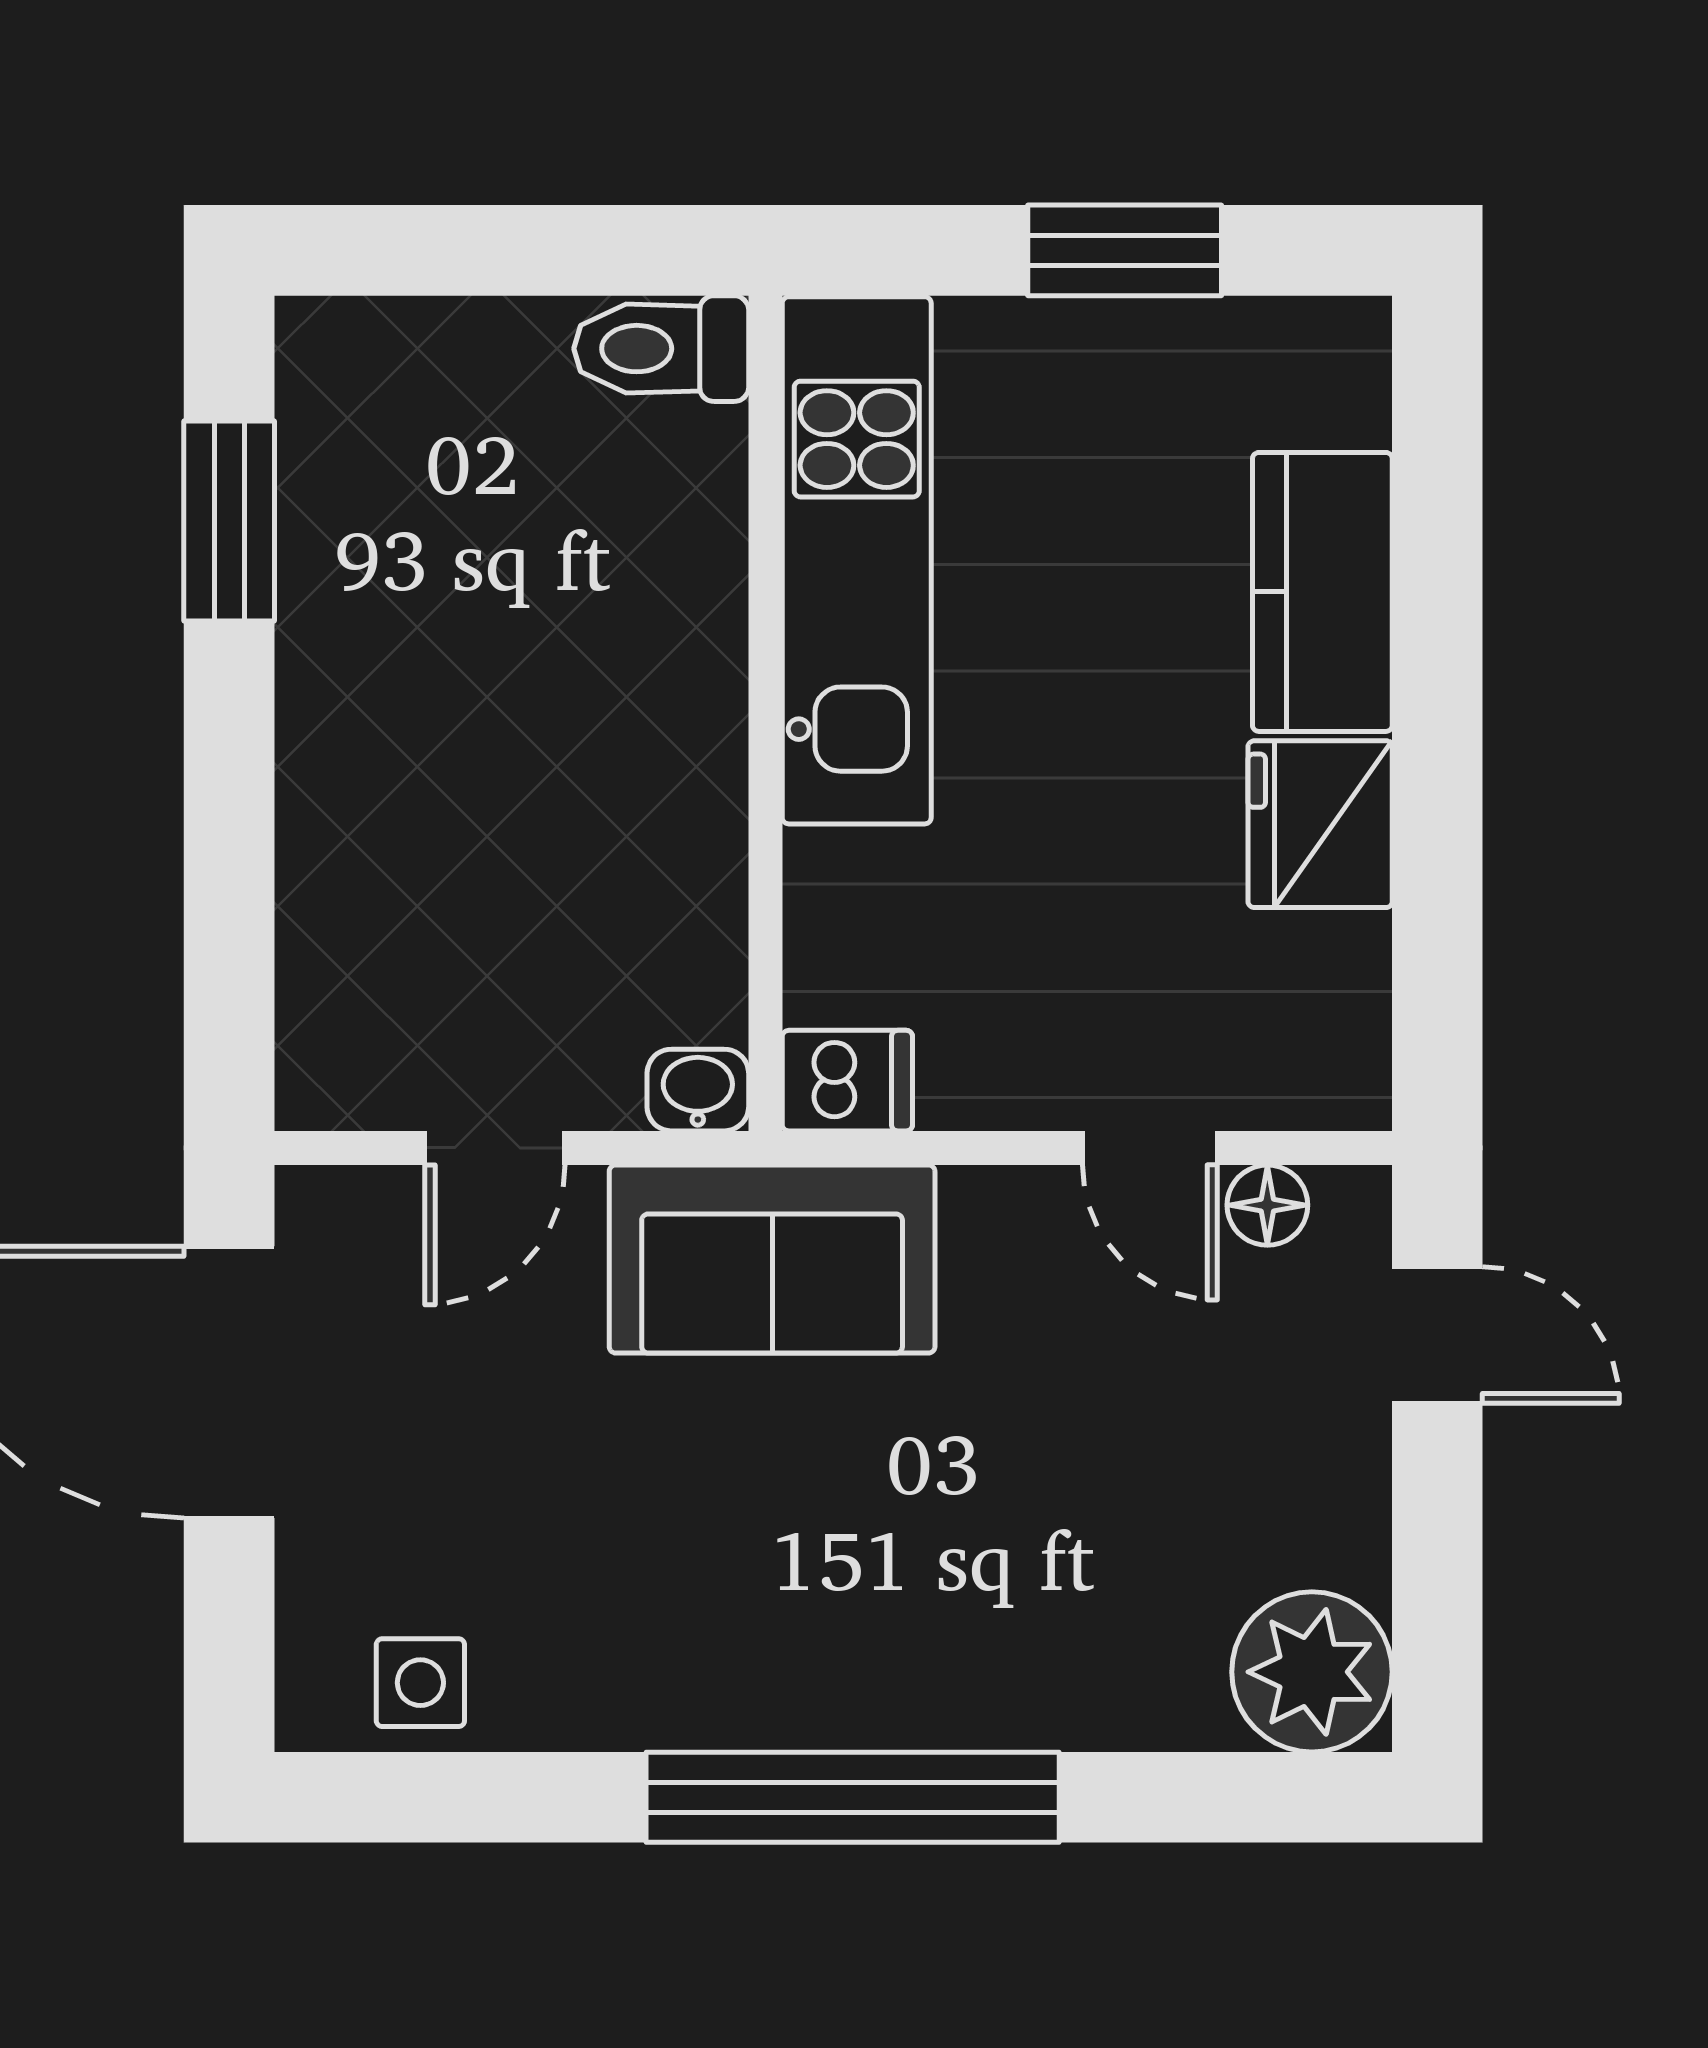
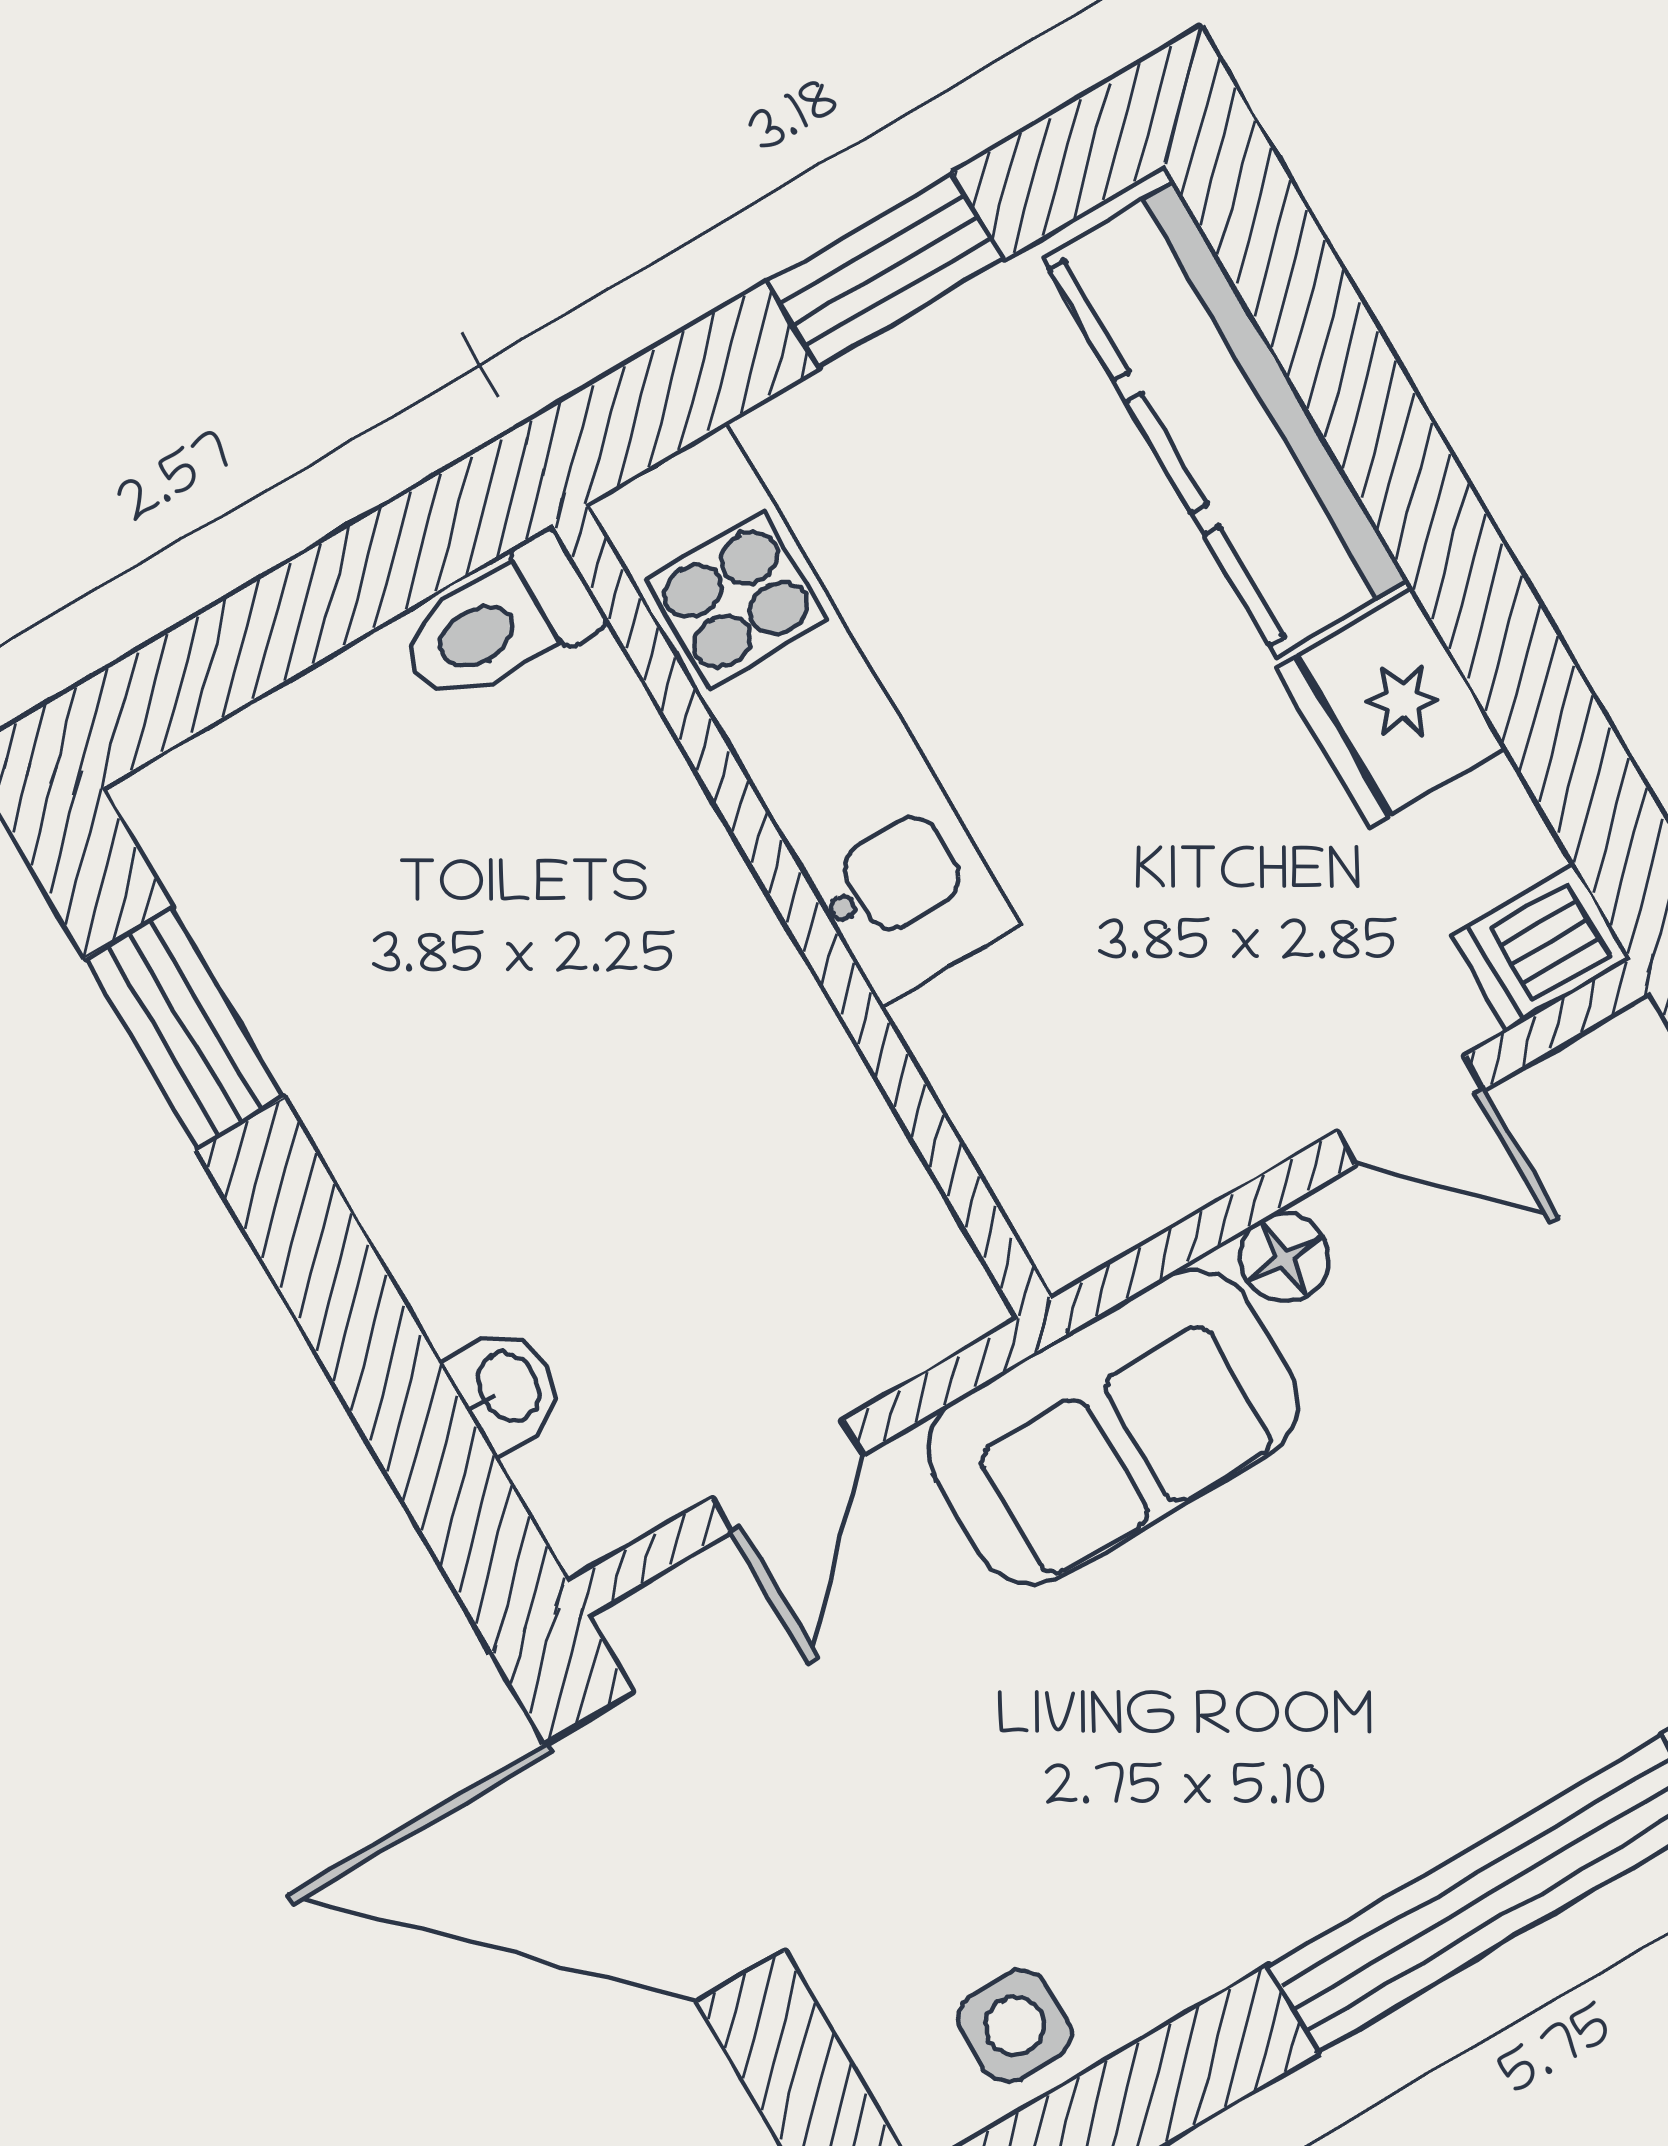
kitchen counter: (1322, 592) -> (1225, 419), width x1.50
dishwasher: (847, 1081) -> (1541, 947), moved, turned 180
washbasin: (698, 1090) -> (506, 1388), moved, turned 90
floor lamp: (1267, 1205) -> (1284, 1257), moved

